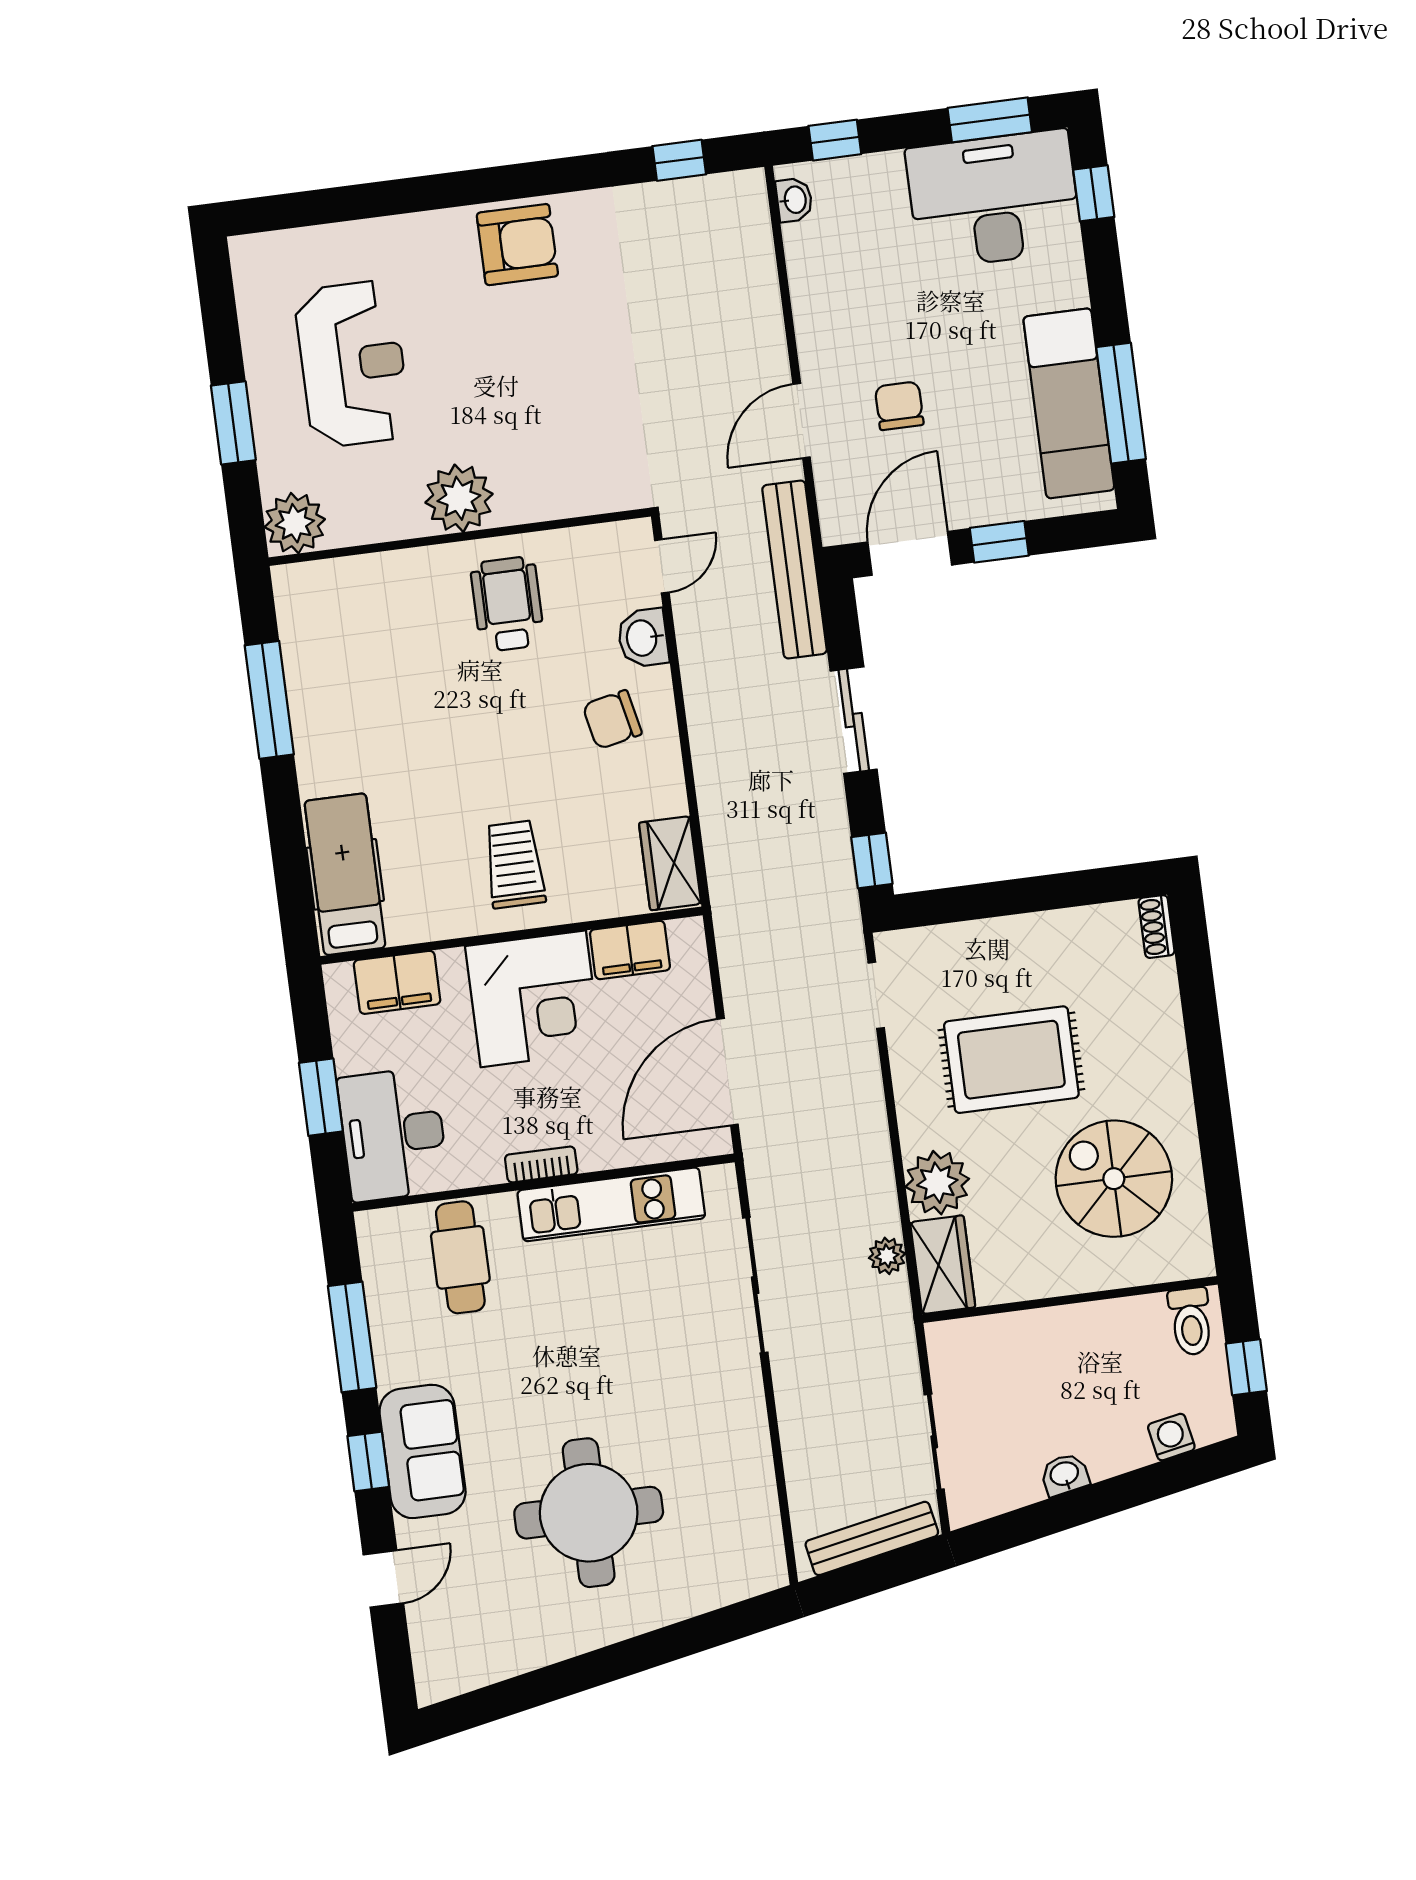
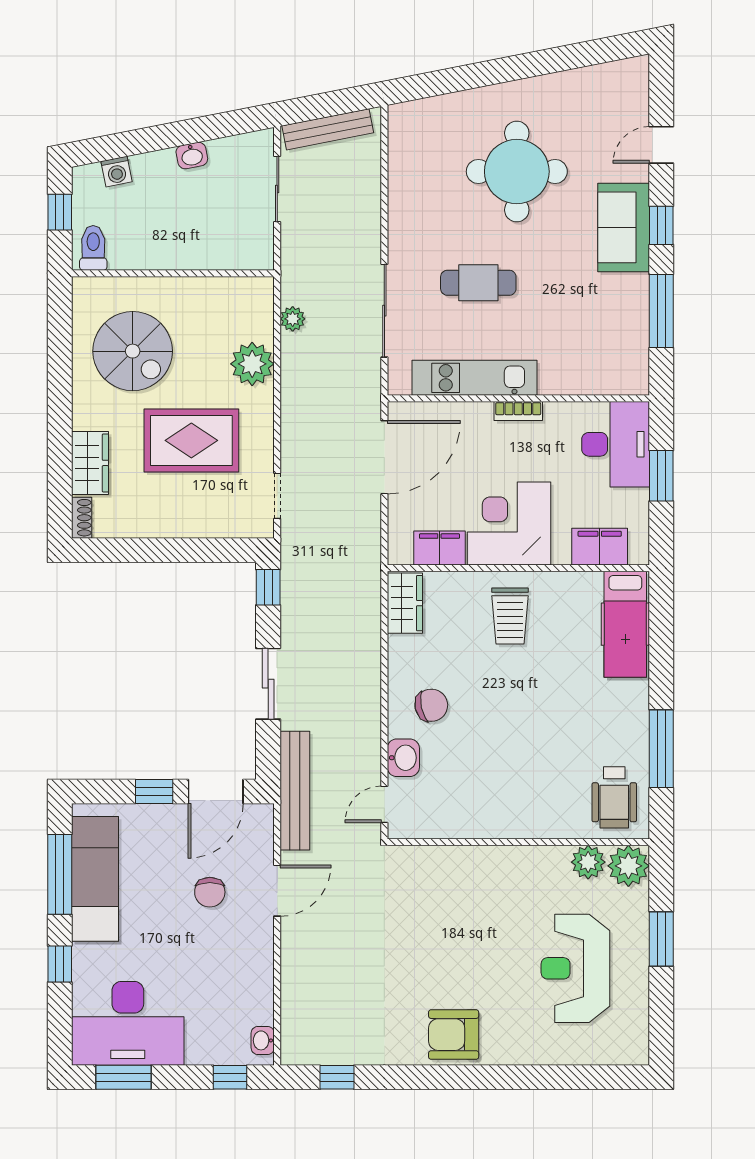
window: (1094, 193) -> (60, 964), moved
plant: (459, 498) -> (588, 862), moved, width x0.73, depth x0.73
wheelchair: (507, 604) -> (614, 797), moved
cafe table: (460, 1257) -> (478, 283), moved, turned 90
wardrobe: (943, 1265) -> (90, 463), moved, turned 180

